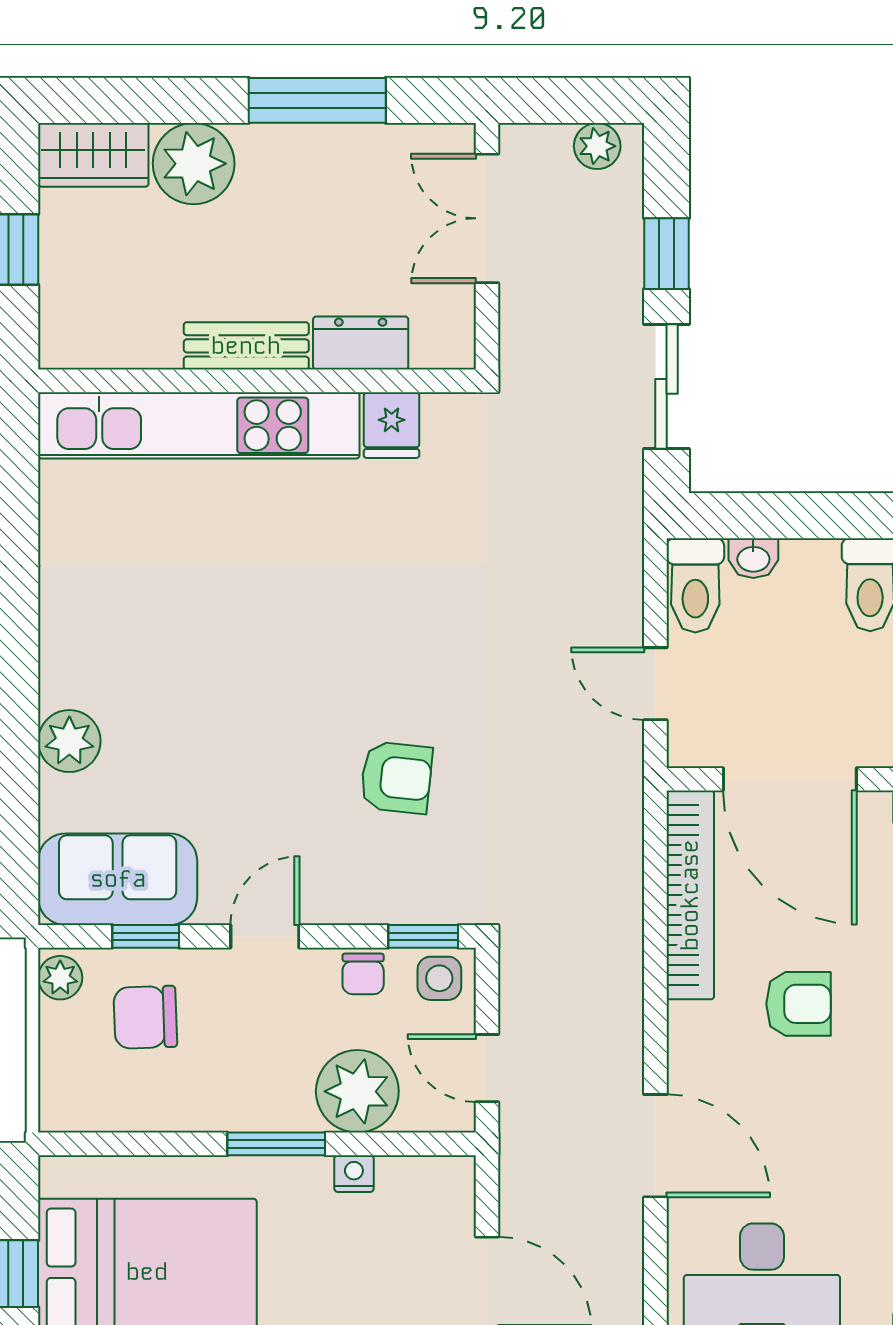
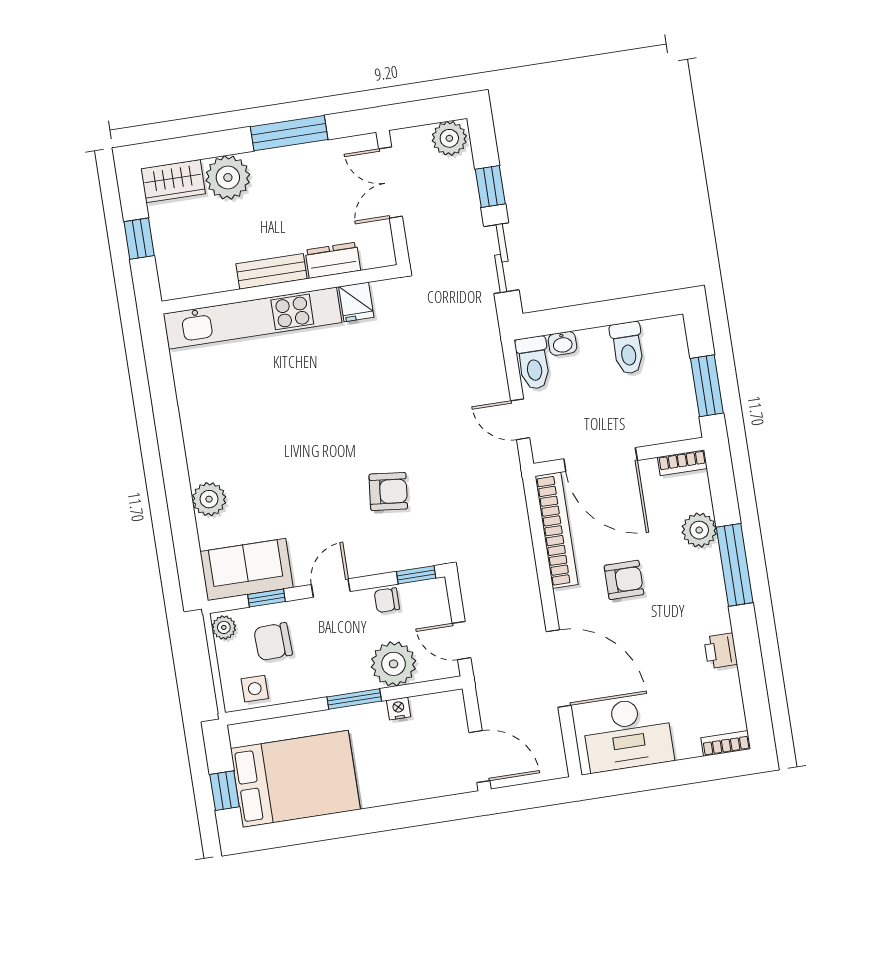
plant: (597, 146) -> (449, 138), width x1.38, depth x1.38
chair: (363, 974) -> (387, 600), turned 90
side table: (439, 978) -> (255, 689), moved
door: (655, 1146) -> (559, 668), width x1.36

